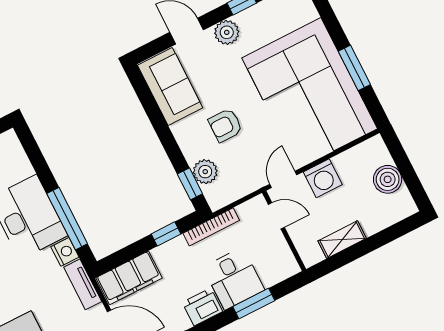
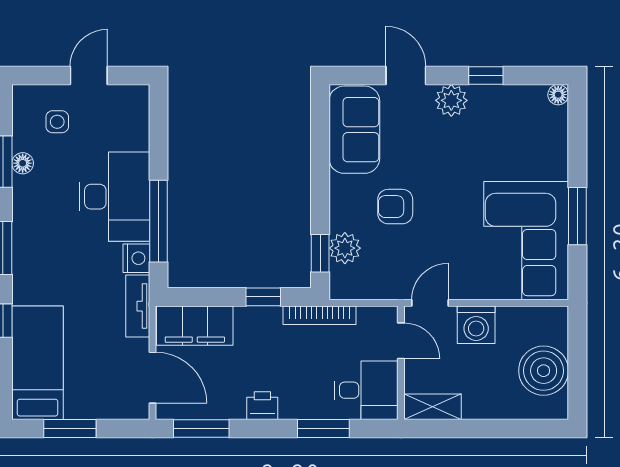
corner sofa: (310, 93) -> (526, 241), width x0.73, depth x0.74
boiler: (388, 179) -> (544, 371), width x1.37, depth x1.37
shelving: (342, 240) -> (432, 407), moved
desk: (234, 279) -> (366, 390), moved, turned -90
printer: (202, 307) -> (262, 406), width x0.73, depth x0.81

